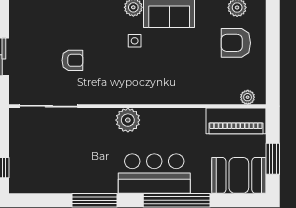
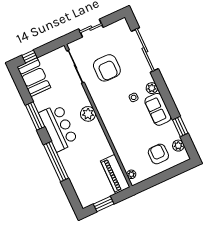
armchair: (72, 60) -> (107, 68), width x1.88, depth x1.88
bar counter: (154, 174) -> (58, 128), moved
booth: (239, 175) -> (34, 77), moved

